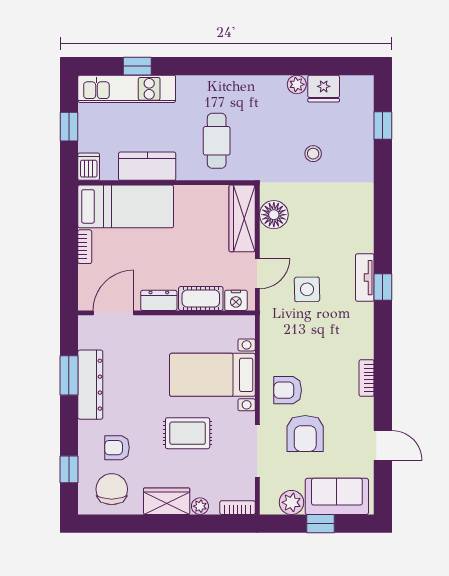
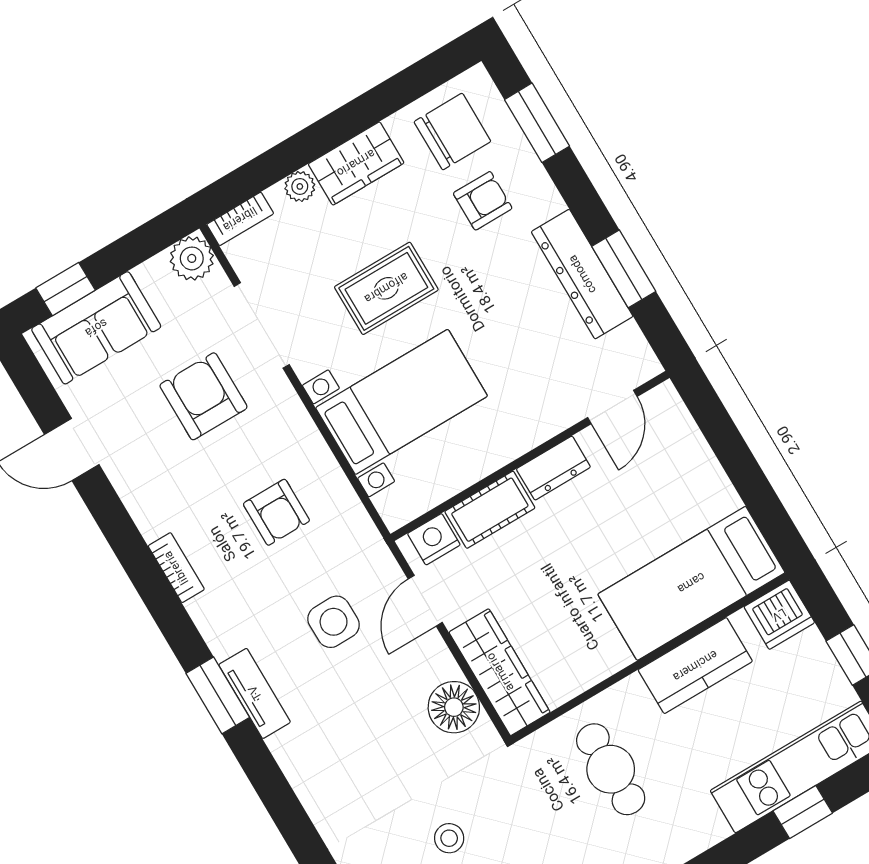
dishwasher: (89, 167) -> (779, 615), width x1.38
bookcase: (85, 247) -> (718, 483), removed
window: (383, 287) -> (218, 695), width x1.50
door: (113, 313) -> (612, 407), width x0.73
bookcase: (367, 378) -> (176, 568), moved
armchair: (288, 390) -> (276, 512), moved, turned 90
window: (69, 469) -> (537, 123), width x1.50
chair: (112, 489) -> (452, 132), turned -90
plant: (291, 502) -> (192, 258), moved
window: (321, 524) -> (65, 289), moved

